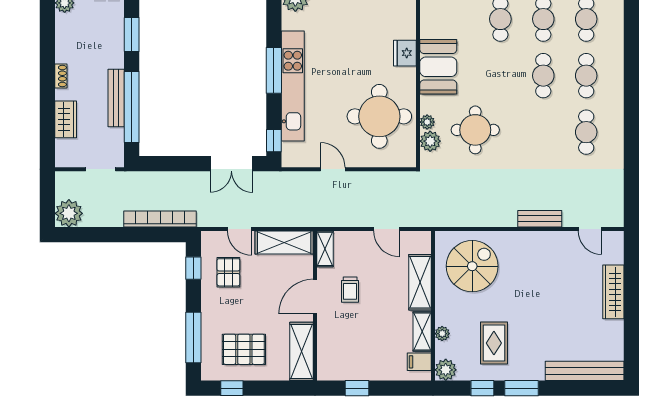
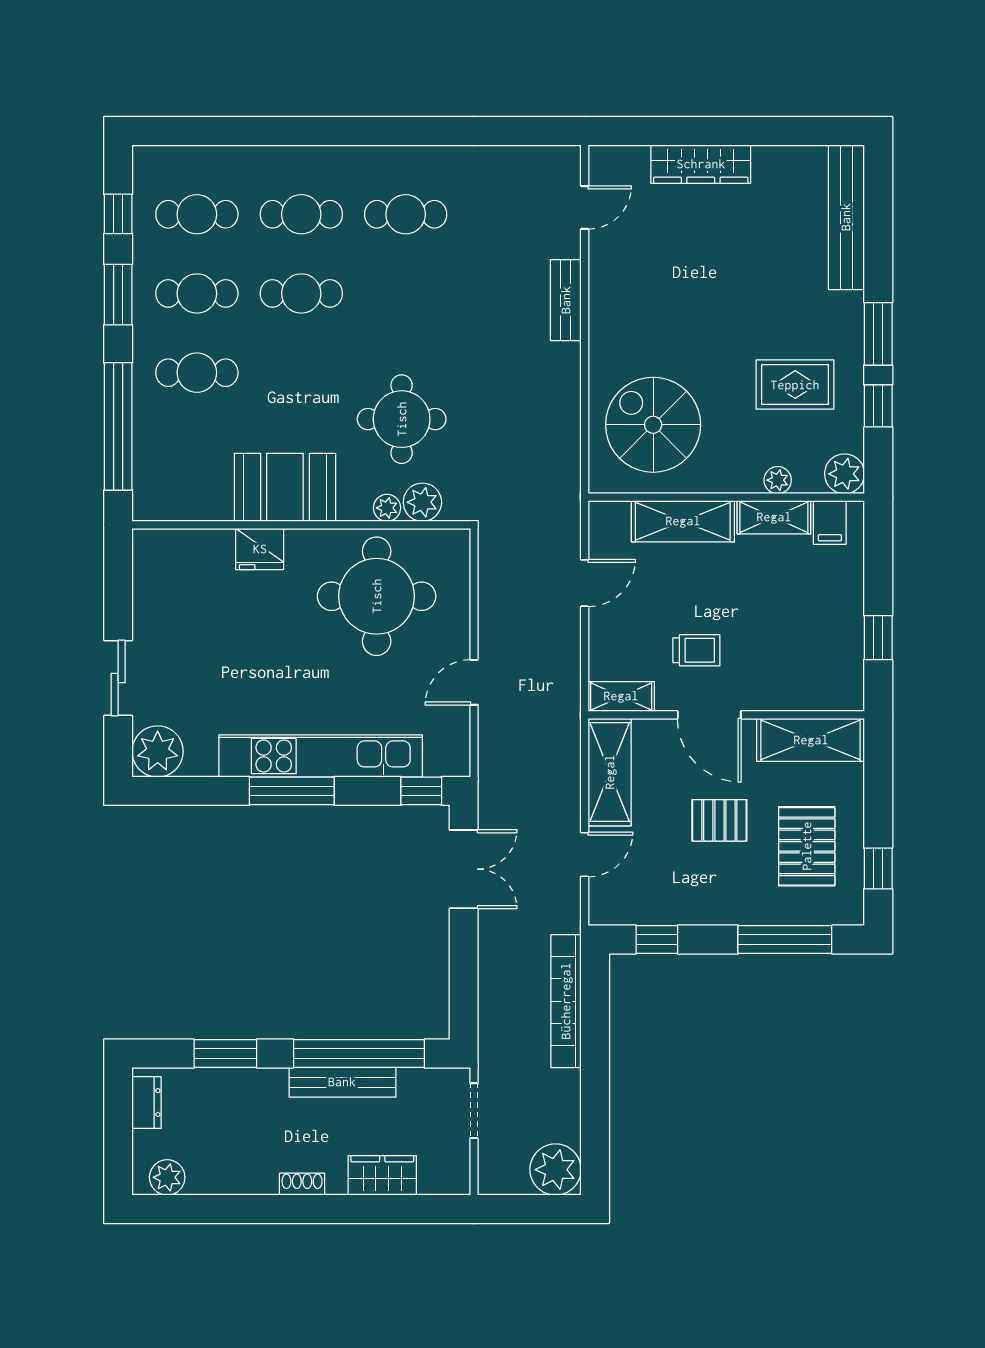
pallet: (228, 272) -> (719, 820), moved

